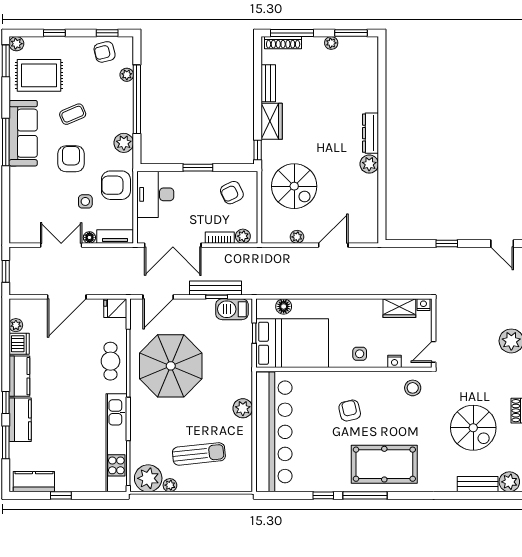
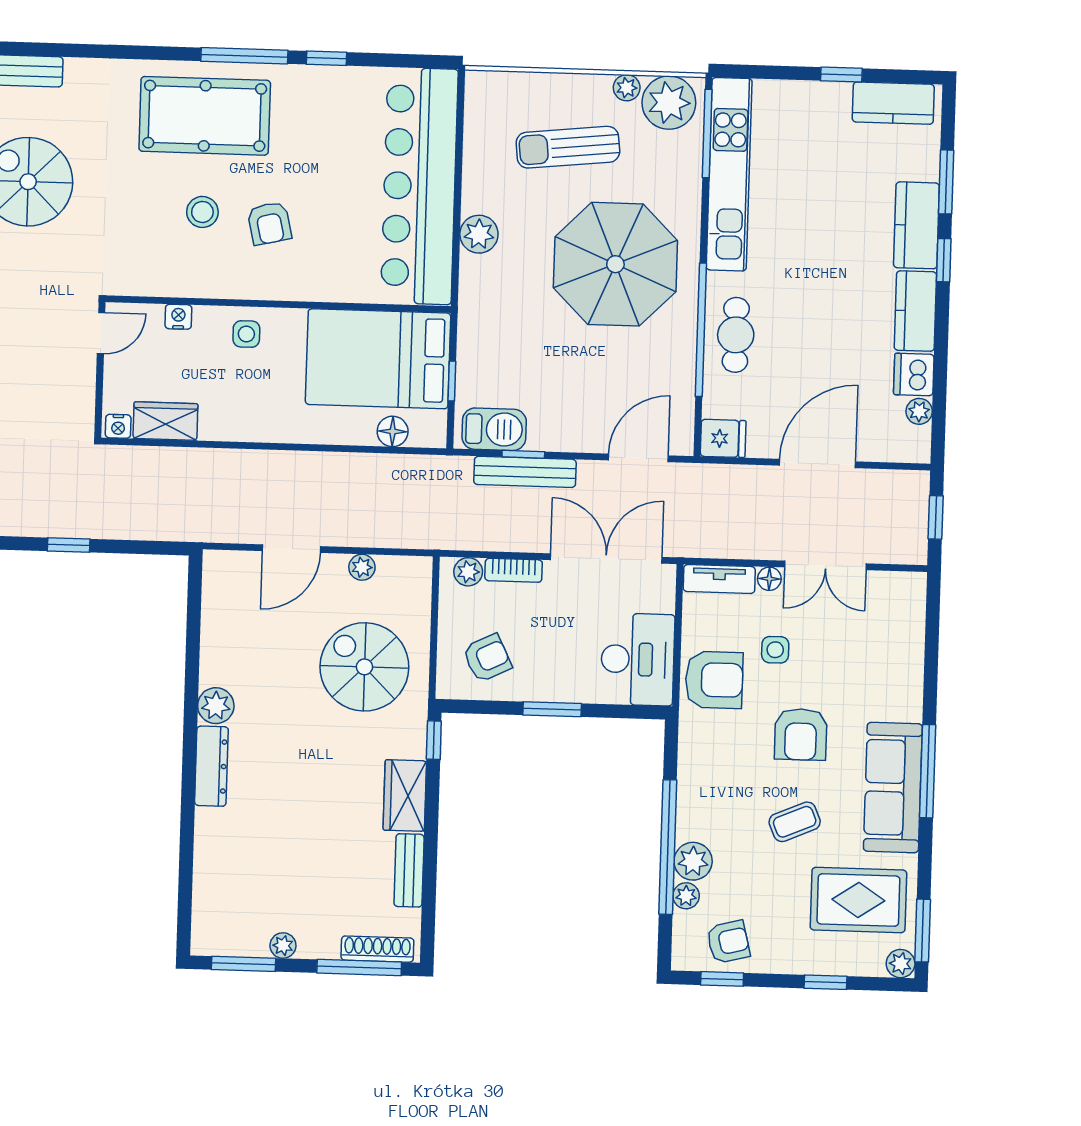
plant: (124, 143) -> (693, 861), moved
parasol: (171, 366) -> (615, 264), moved
stool: (413, 388) -> (202, 212), moved

